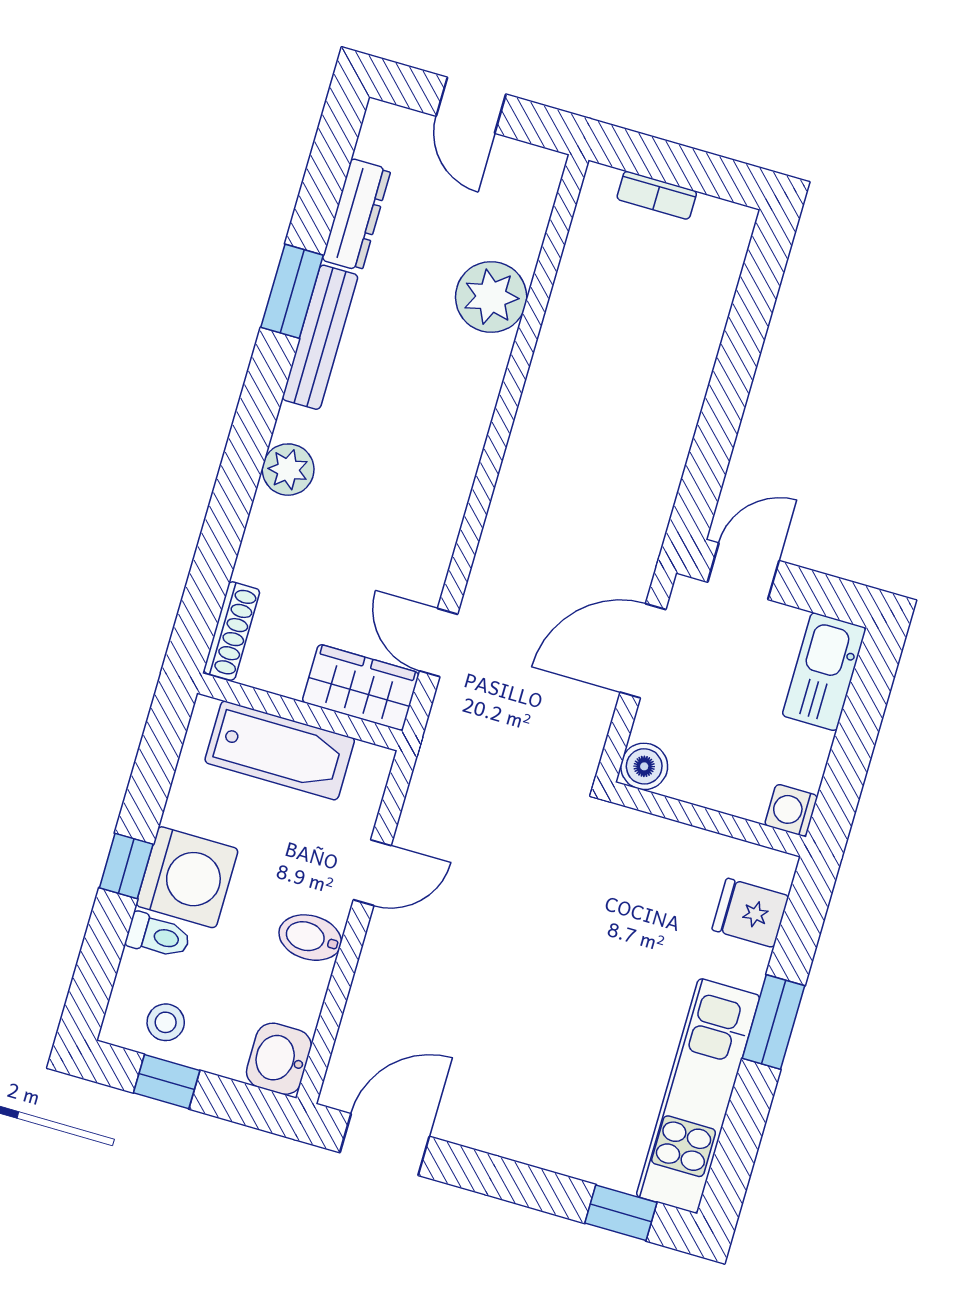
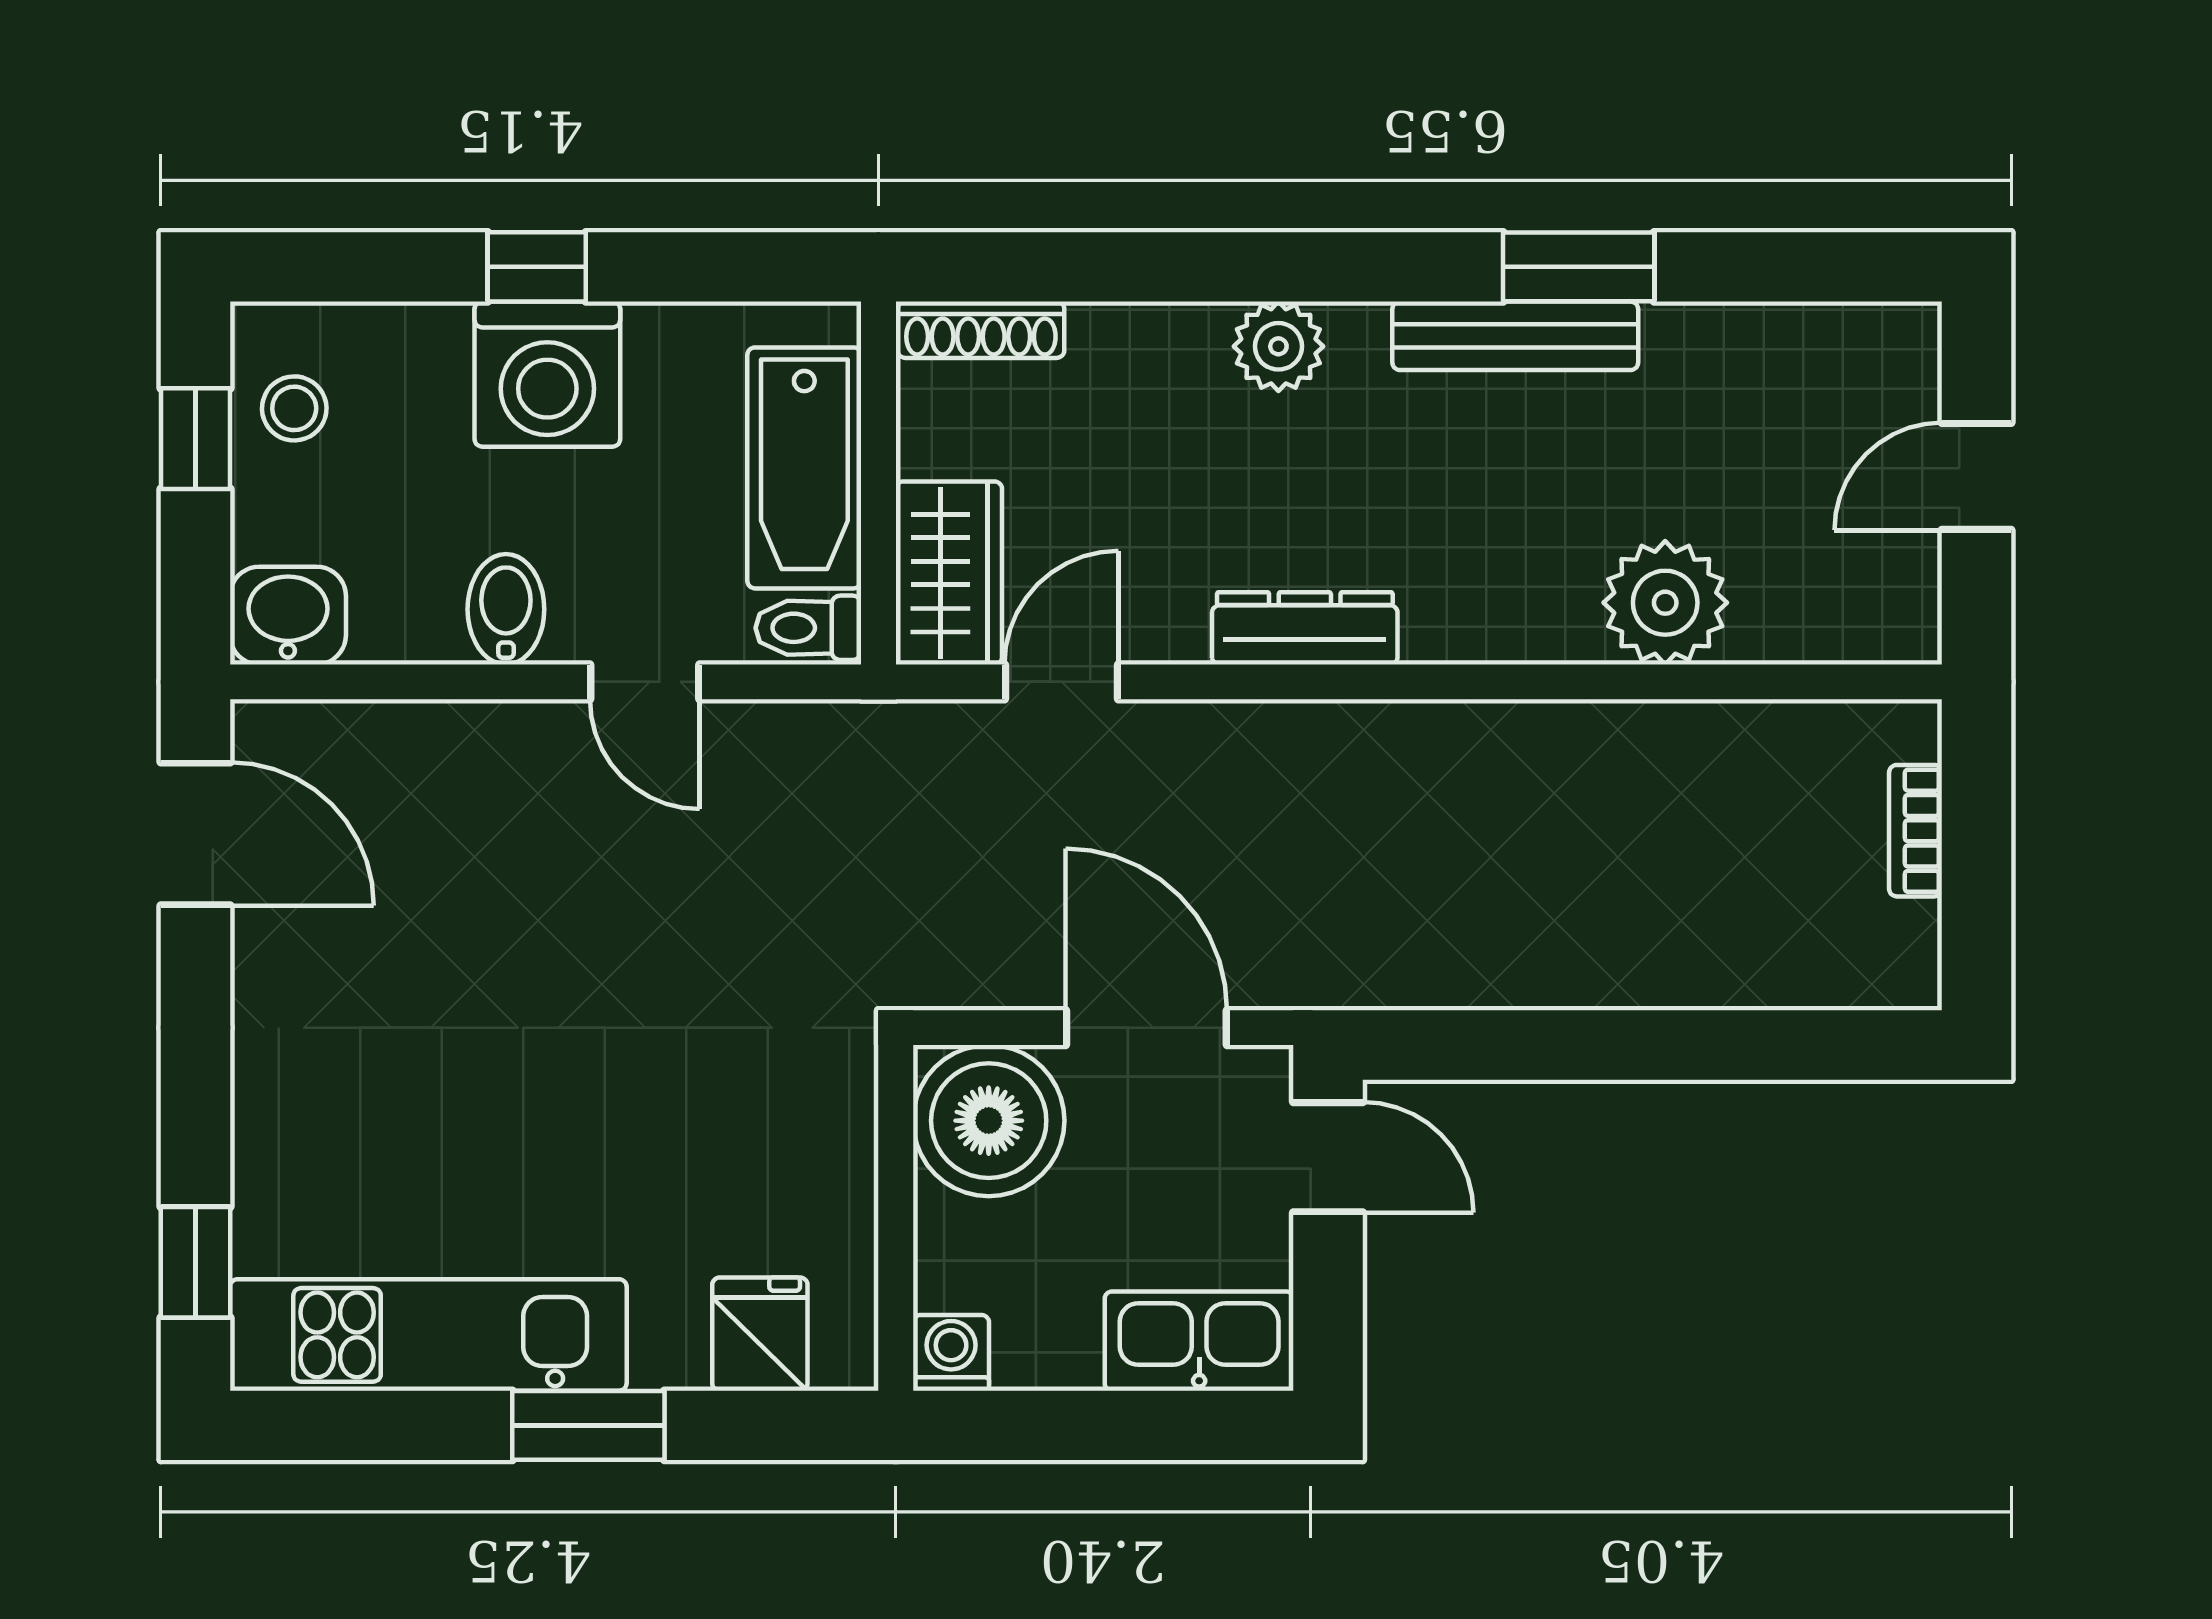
dresser: (356, 215) -> (1305, 628), moved, turned 180
boiler: (644, 766) -> (989, 1121), width x1.86, depth x1.86
toilet: (158, 936) -> (808, 628), moved, turned 90

